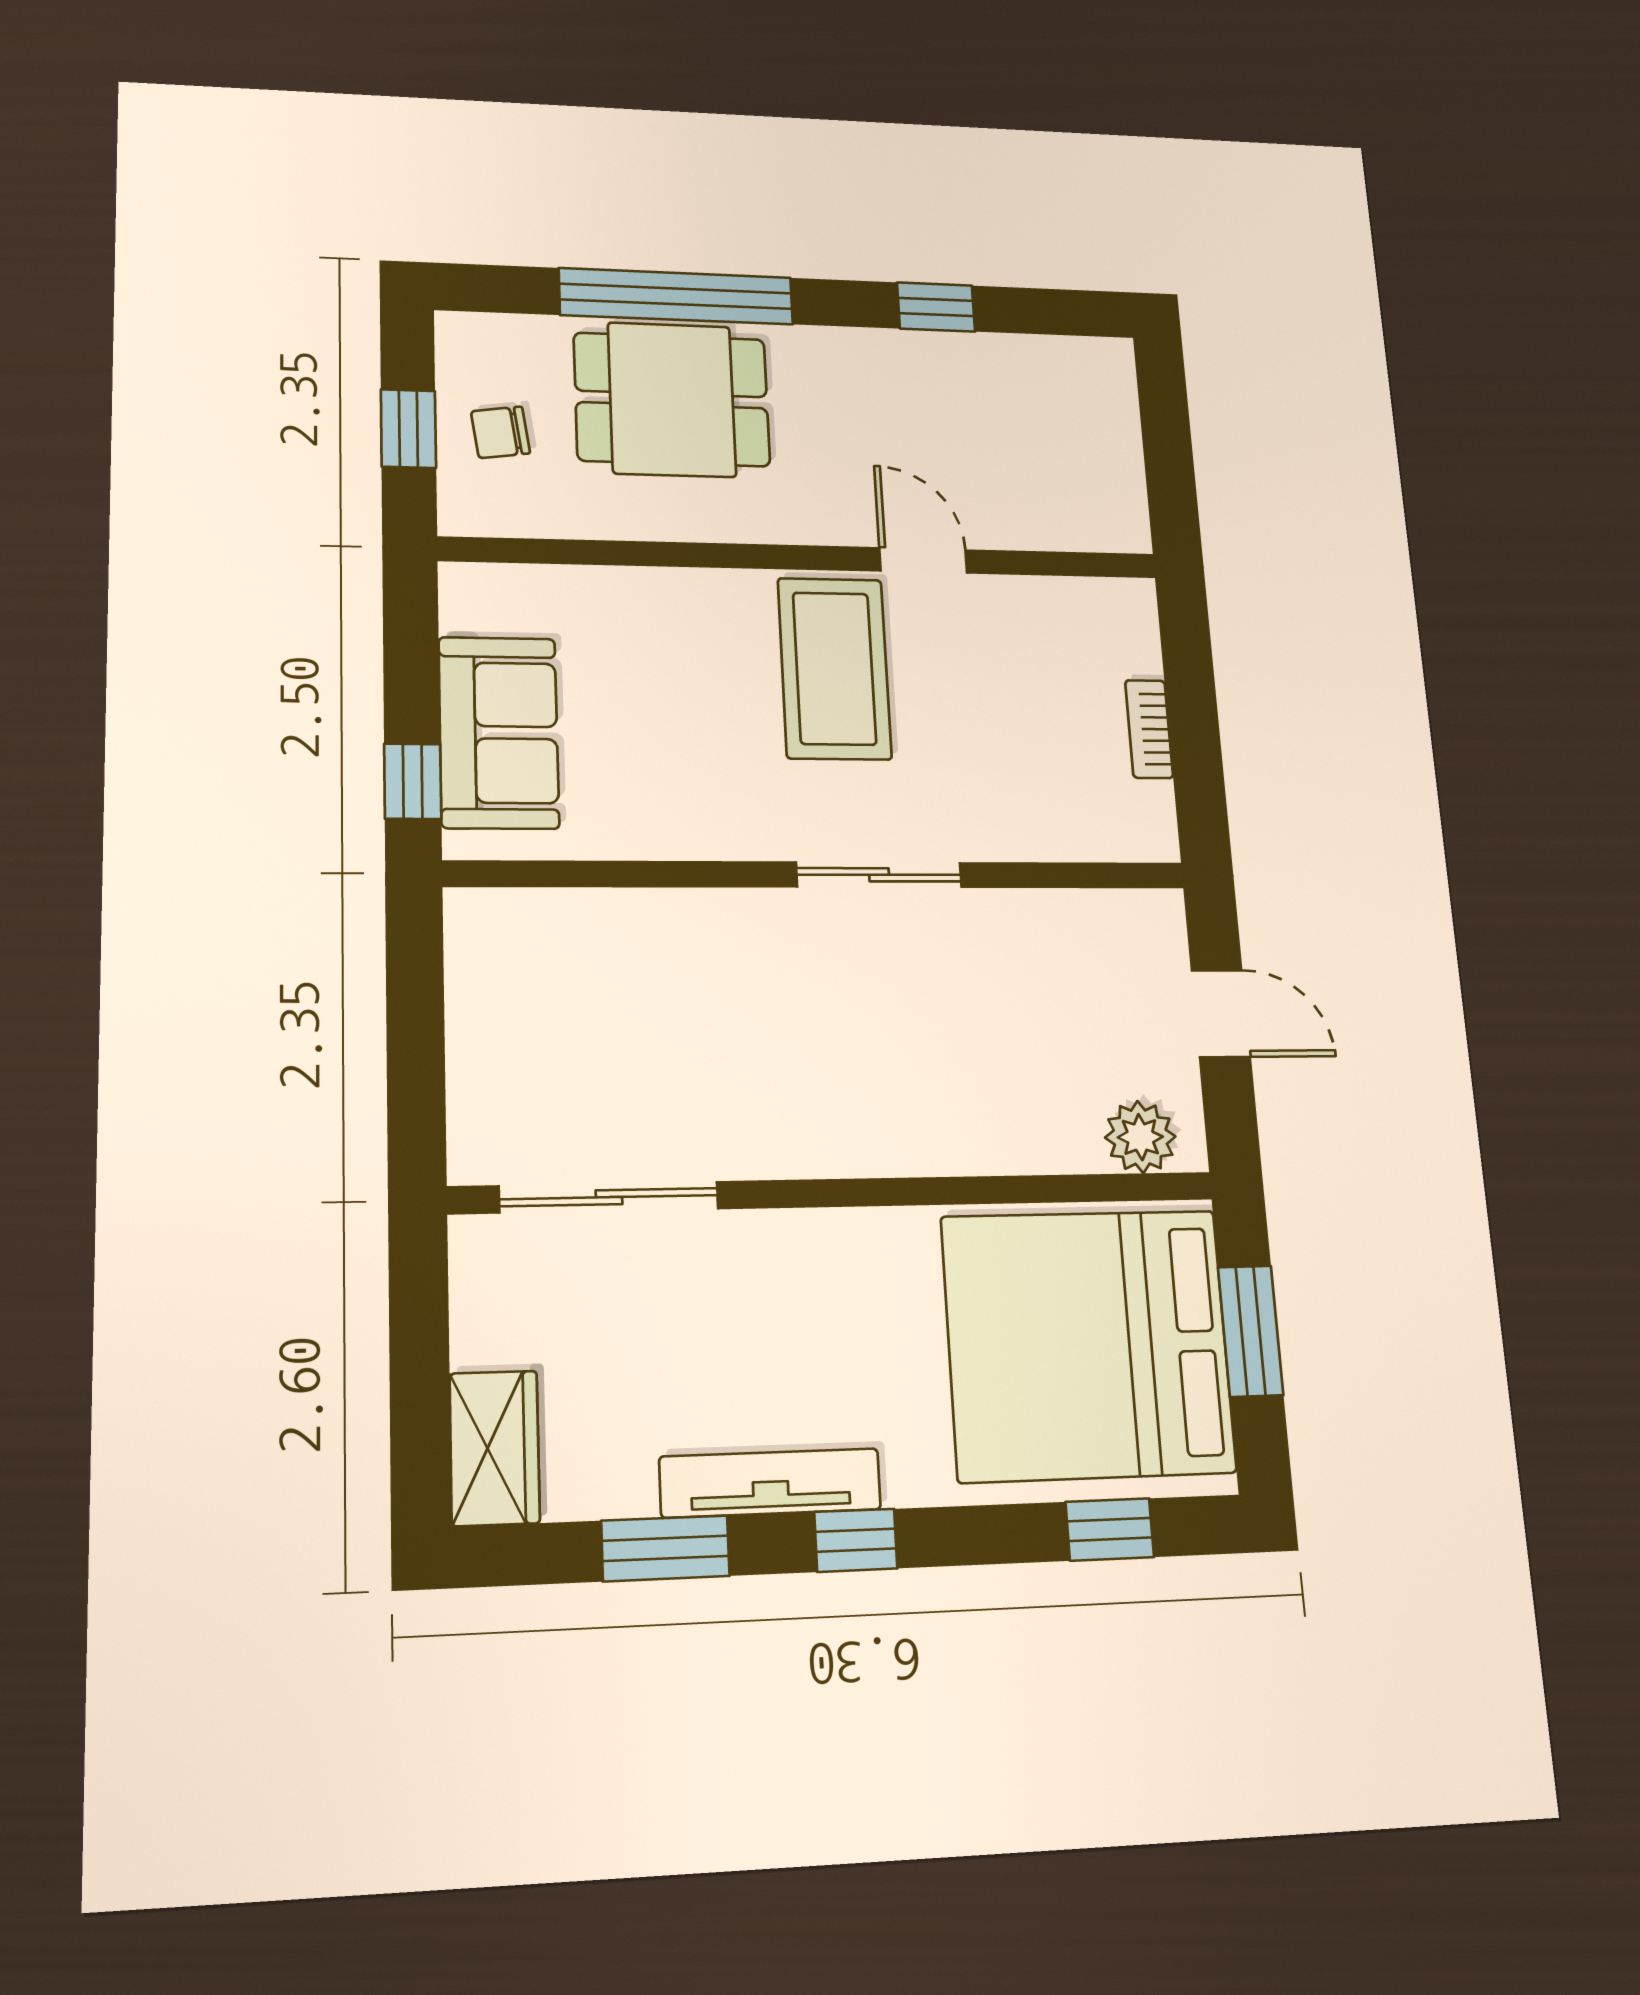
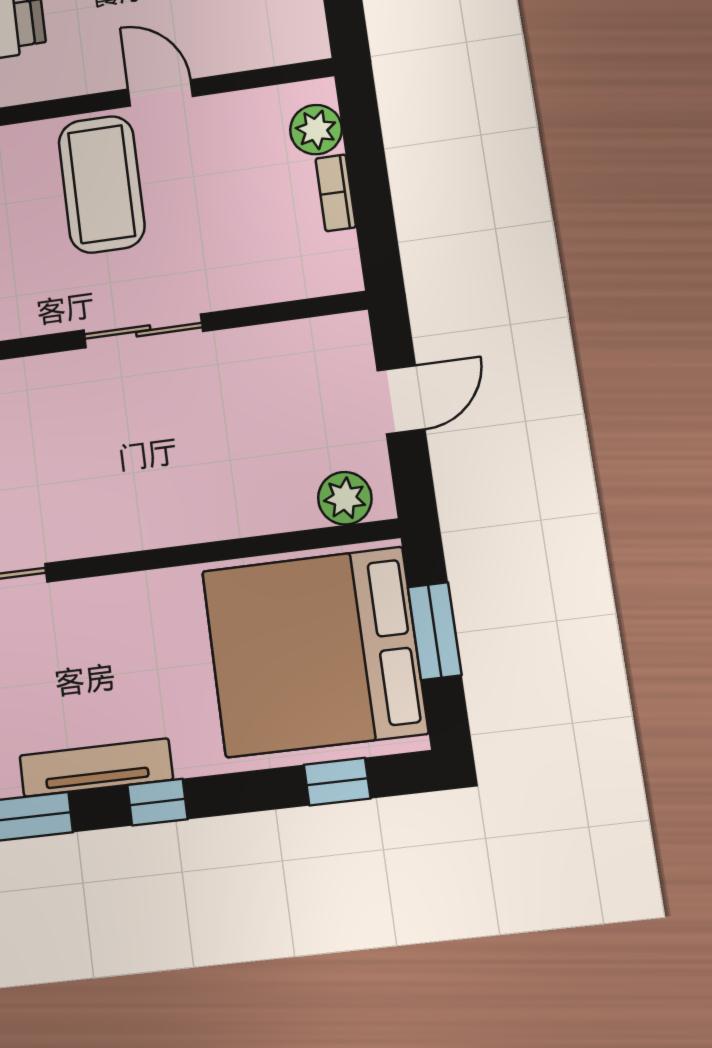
plant: (1128, 643) -> (316, 130), added
door: (1221, 1014) -> (401, 400), hinge flipped

